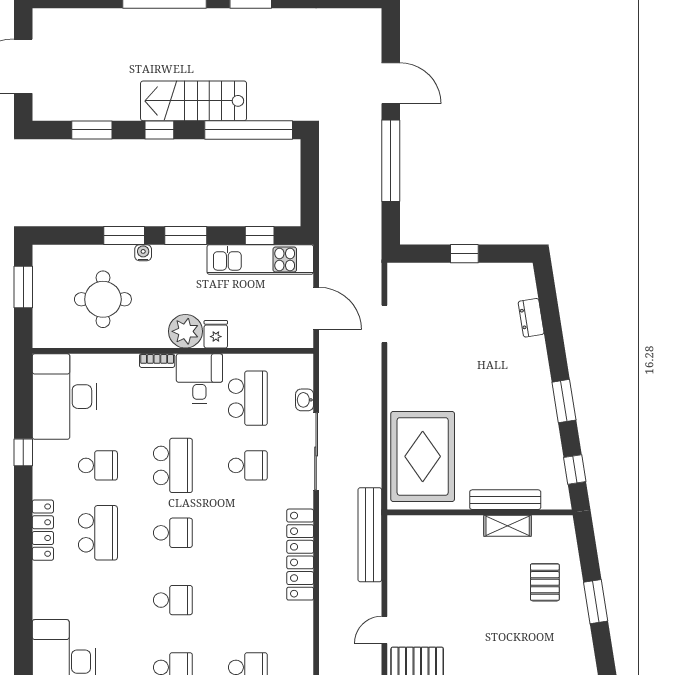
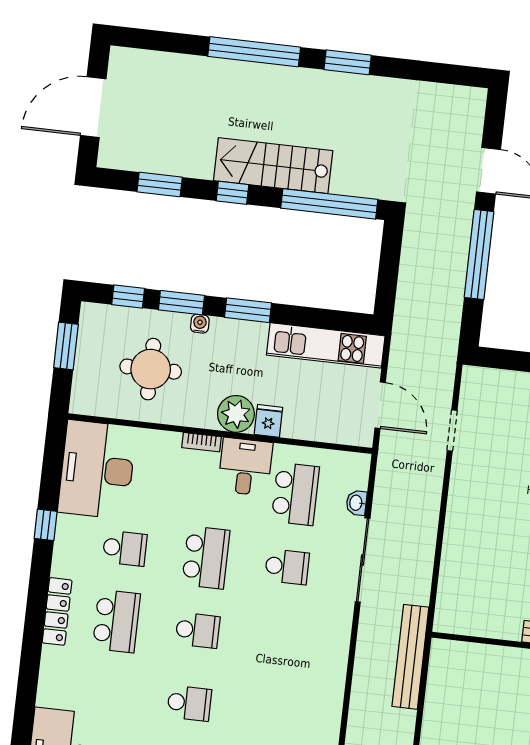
window: (260, 235) -> (128, 297), moved
rug: (423, 456) -> (477, 579), removed
locker: (300, 555) -> (333, 670), removed

